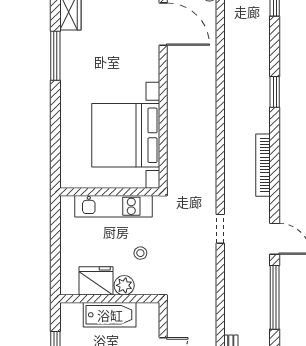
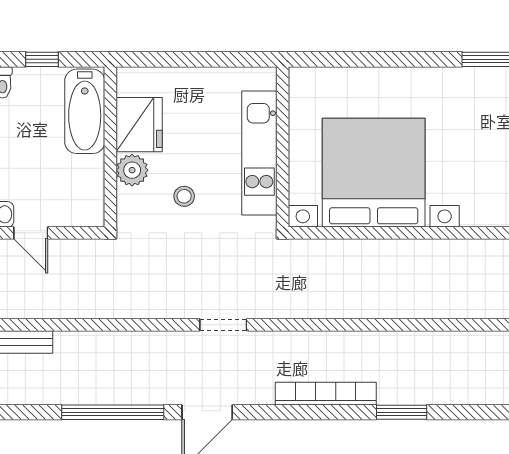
window: (275, 92) -> (402, 412), moved
bathtub: (110, 315) -> (85, 111), moved

